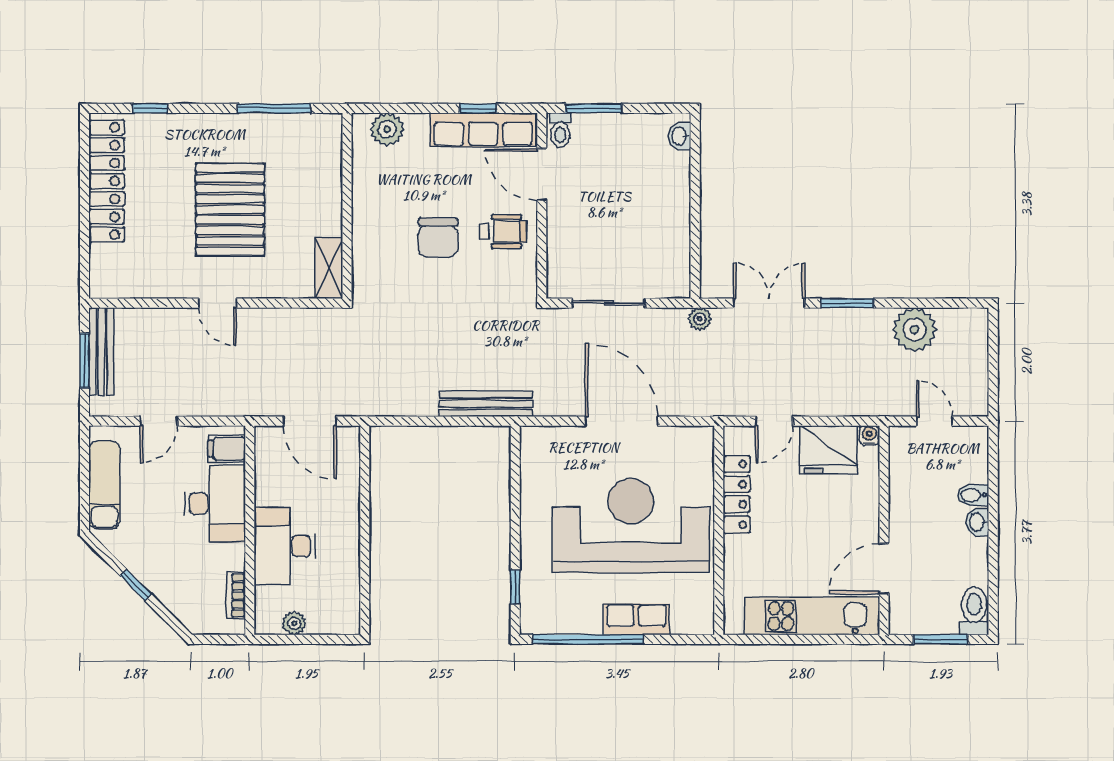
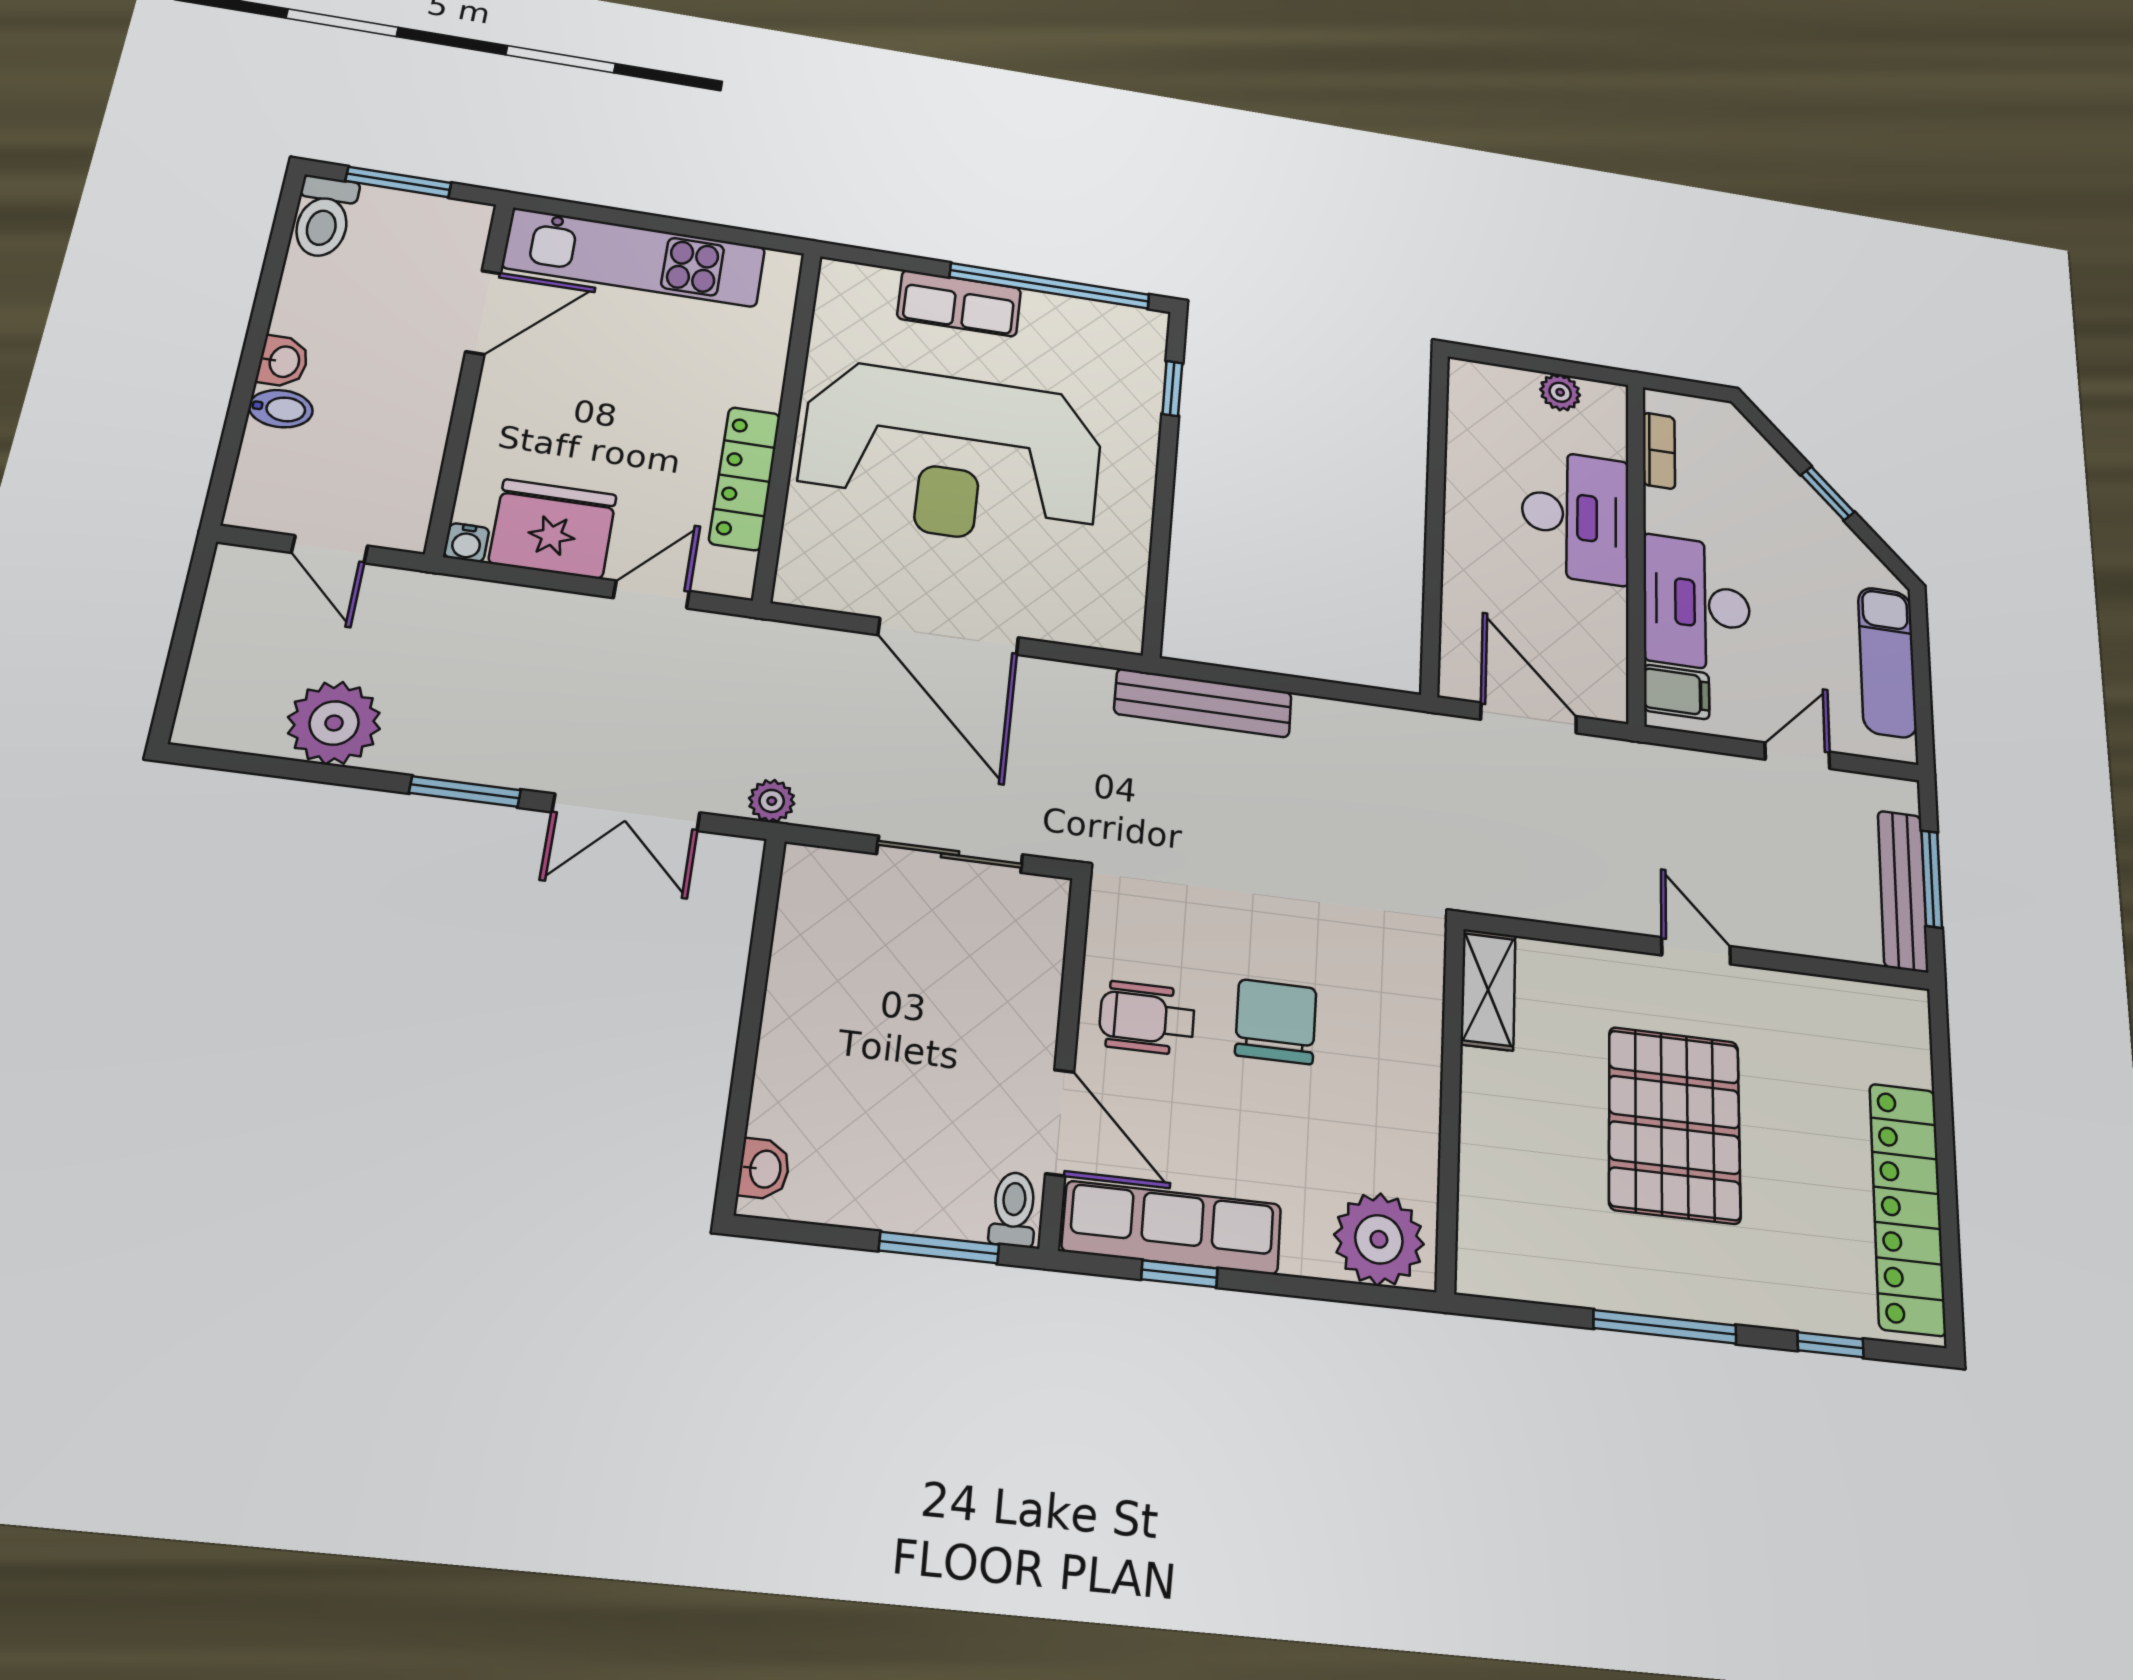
window: (274, 108) -> (1665, 1327), moved
plant: (387, 129) -> (1379, 1239), width x1.36, depth x1.36

